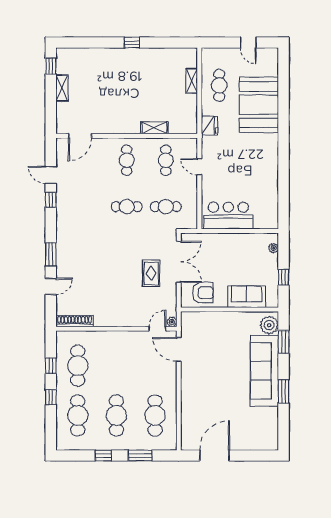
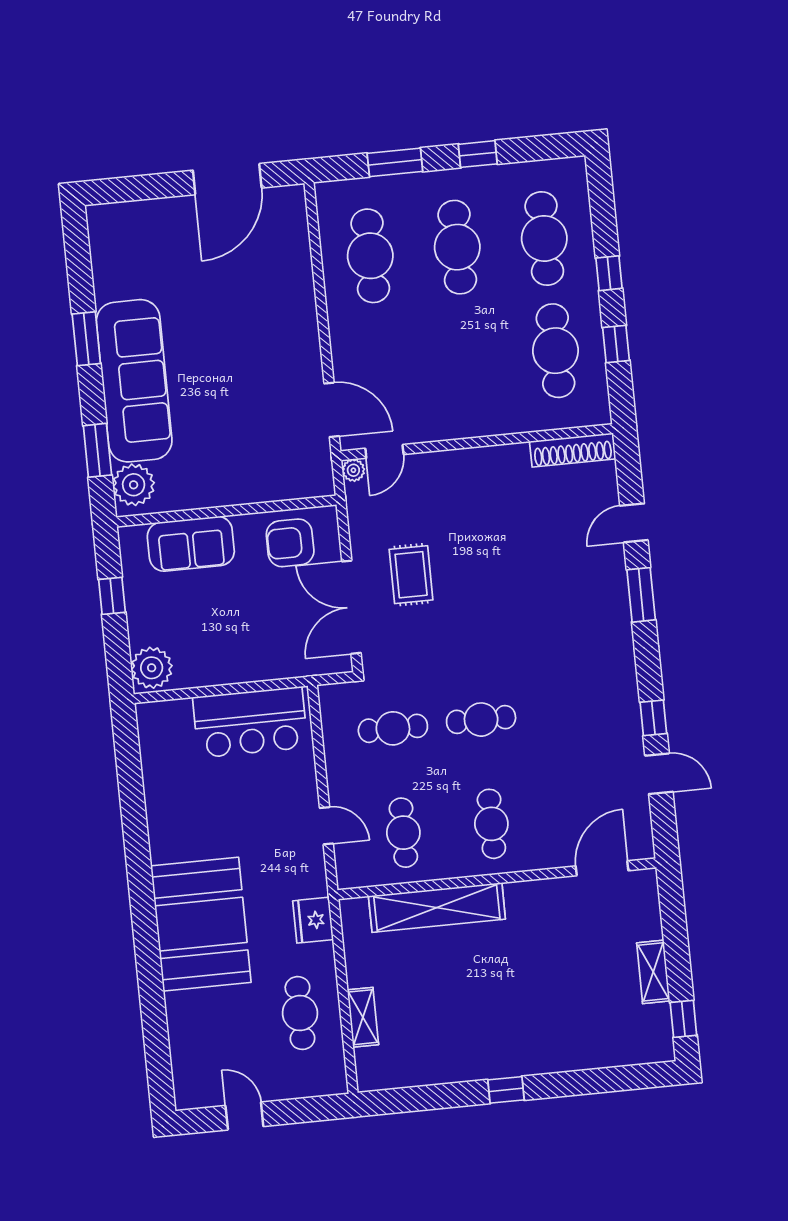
booth: (259, 105) -> (201, 924), moved
shelving: (154, 128) -> (437, 908), width x2.20, depth x1.33
plant: (274, 248) -> (152, 668), width x1.88, depth x1.88

